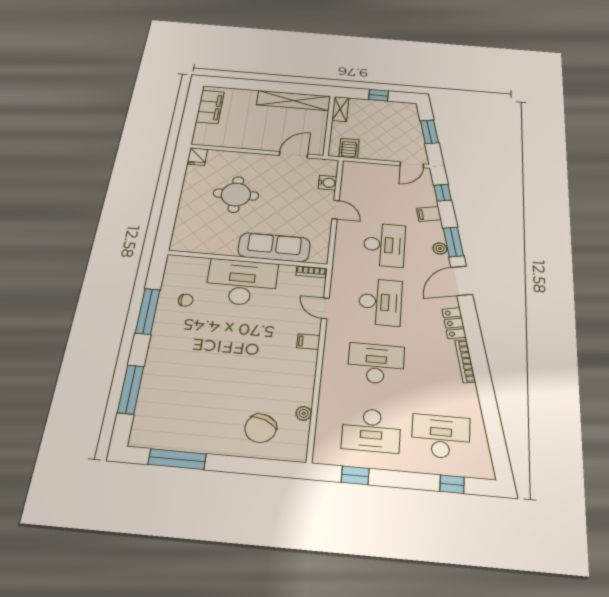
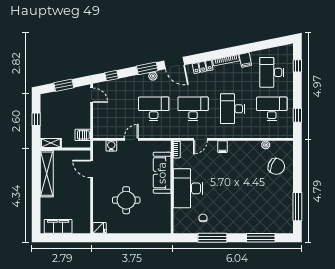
filing cabinet: (429, 214) -> (245, 60), moved
desk: (371, 430) -> (272, 109), turned -90

